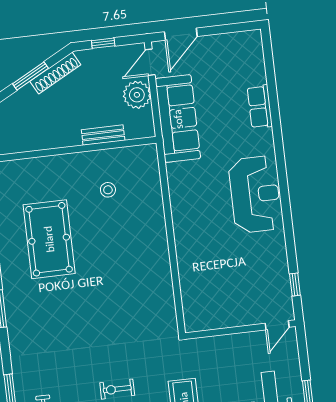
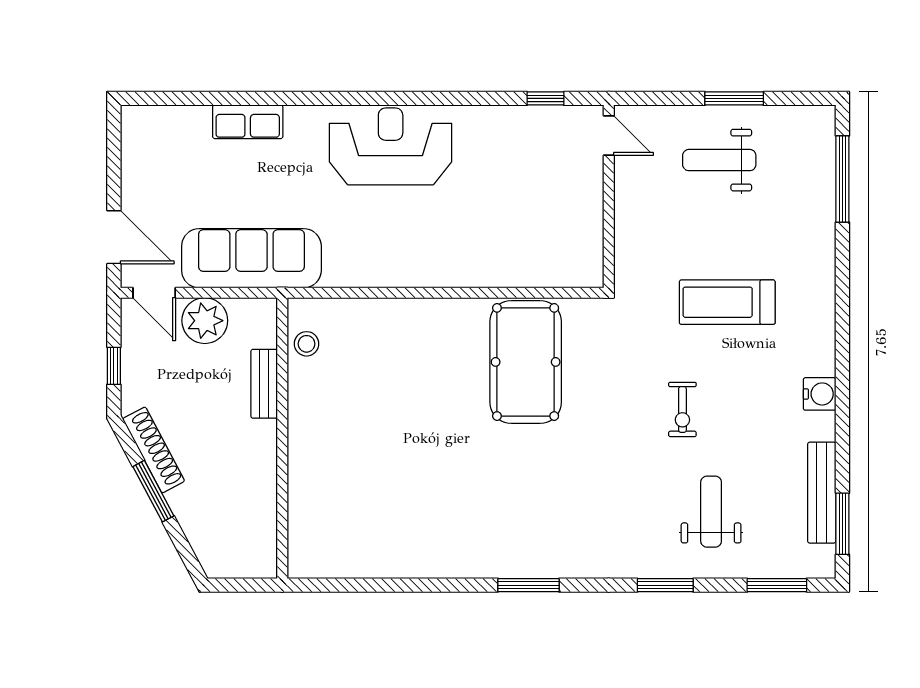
stool: (108, 190) -> (307, 344), moved
pool table: (49, 239) -> (526, 362), moved, turned 90

